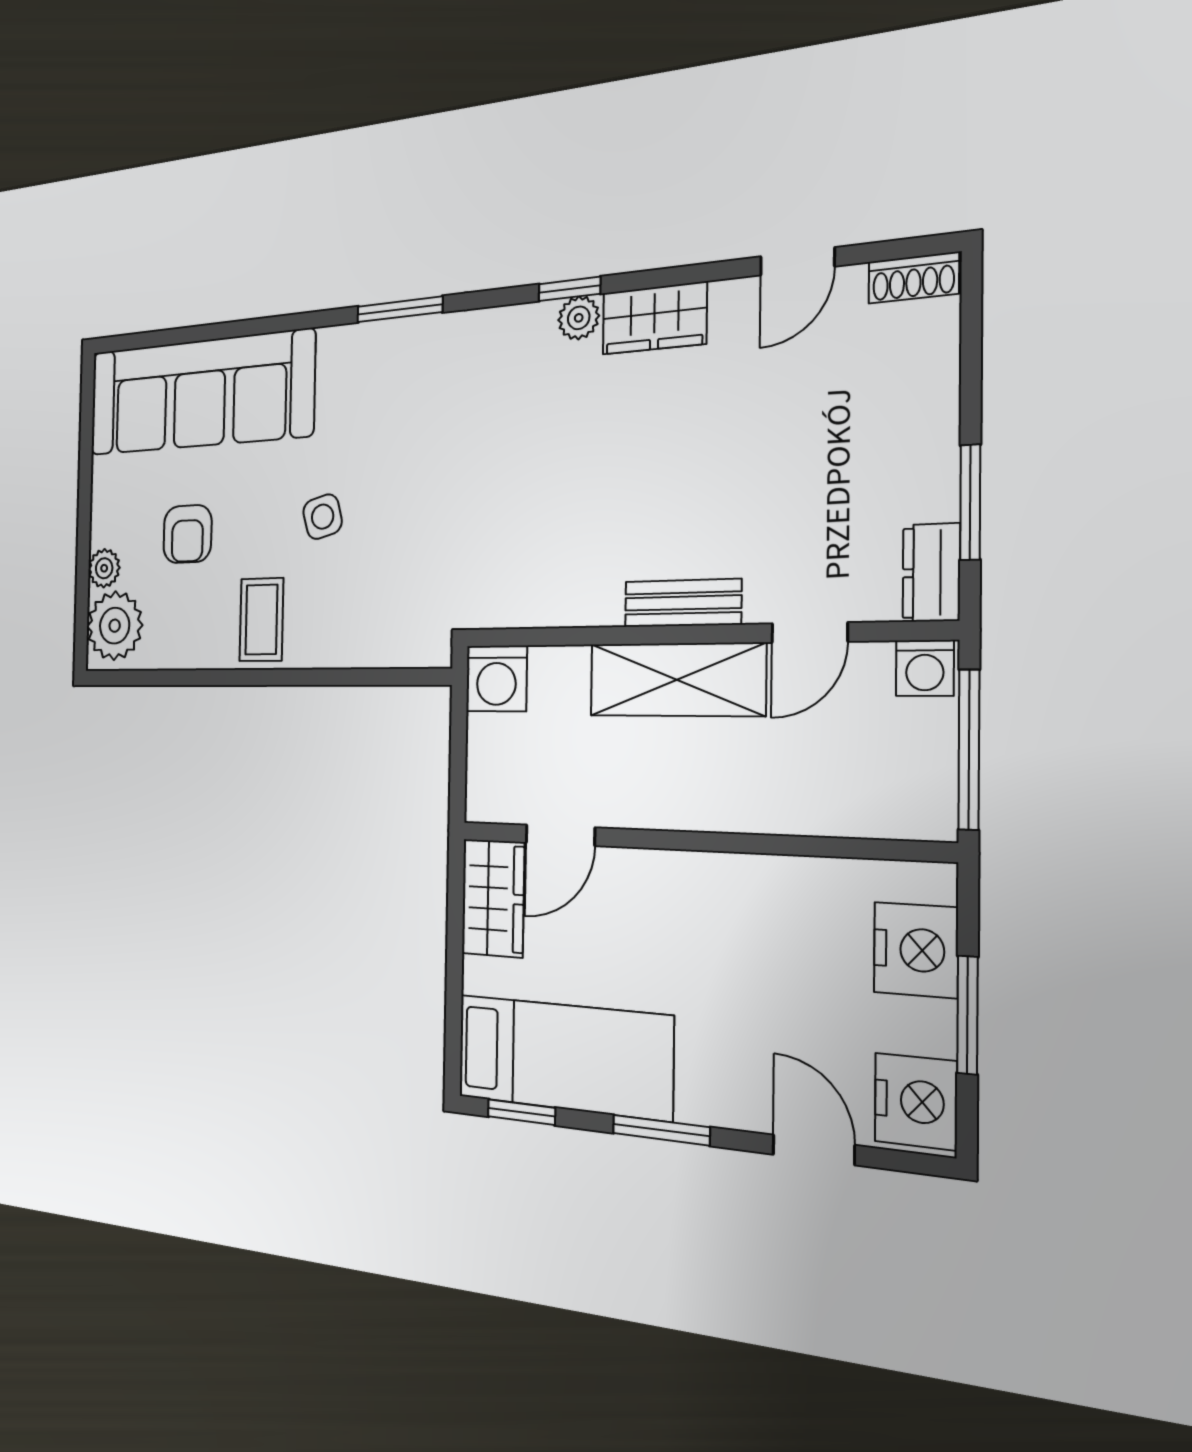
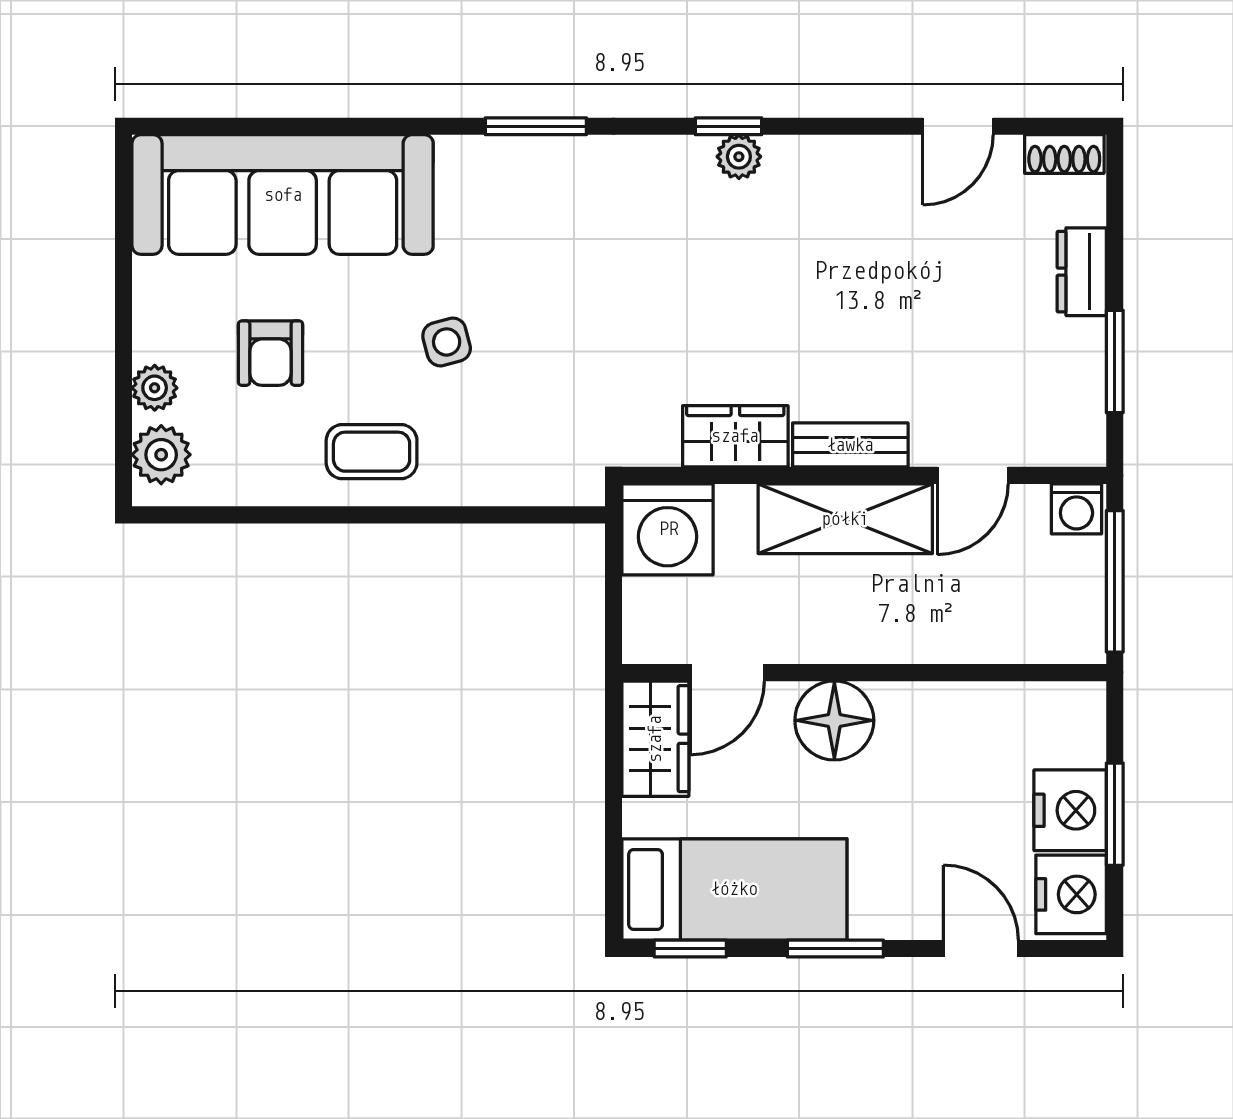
wardrobe: (654, 318) -> (735, 436), moved, turned 180
dresser: (931, 573) -> (1082, 272), moved
coffee table: (261, 620) -> (372, 452), turned 90
plant: (115, 626) -> (161, 455), width x0.73, depth x0.73
washing machine: (496, 679) -> (668, 529), width x1.37, depth x1.37
floor lamp: (663, 890) -> (834, 720), added
nightstand: (916, 950) -> (1070, 810), moved

